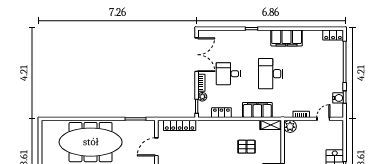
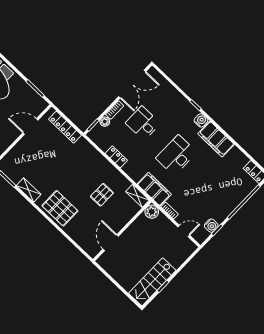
water cooler: (265, 35) -> (201, 120), added
filing cabinet: (257, 110) -> (154, 189), moved
locker: (221, 113) -> (116, 157), moved
pallet: (247, 147) -> (102, 195), turned 90

